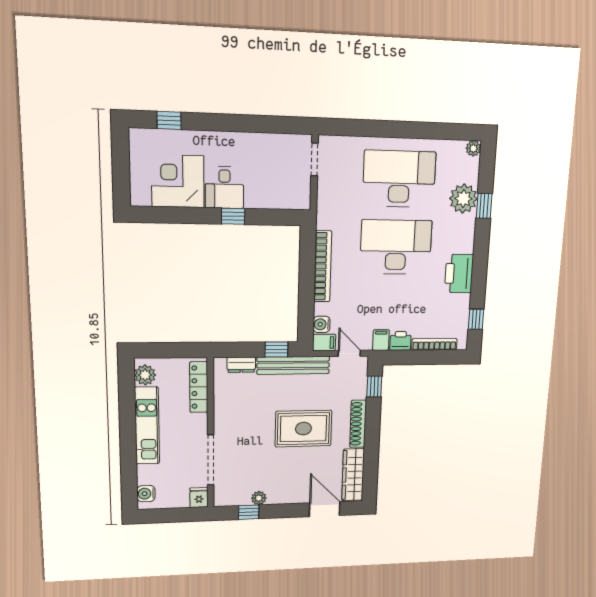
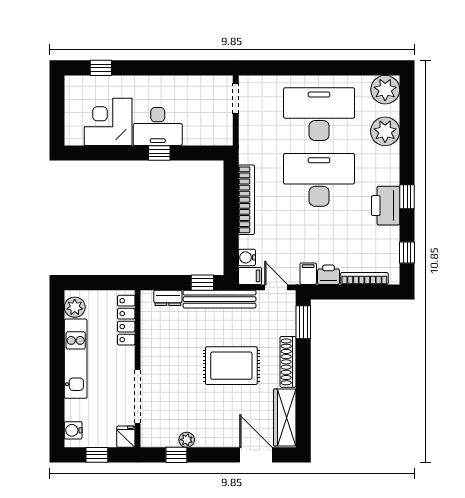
plant: (473, 148) -> (385, 90), width x1.87, depth x1.87
desk: (224, 187) -> (158, 126), width x1.37
window: (484, 206) -> (407, 197), moved
window: (374, 387) -> (303, 322), width x1.50
window: (170, 515) -> (97, 455), added

